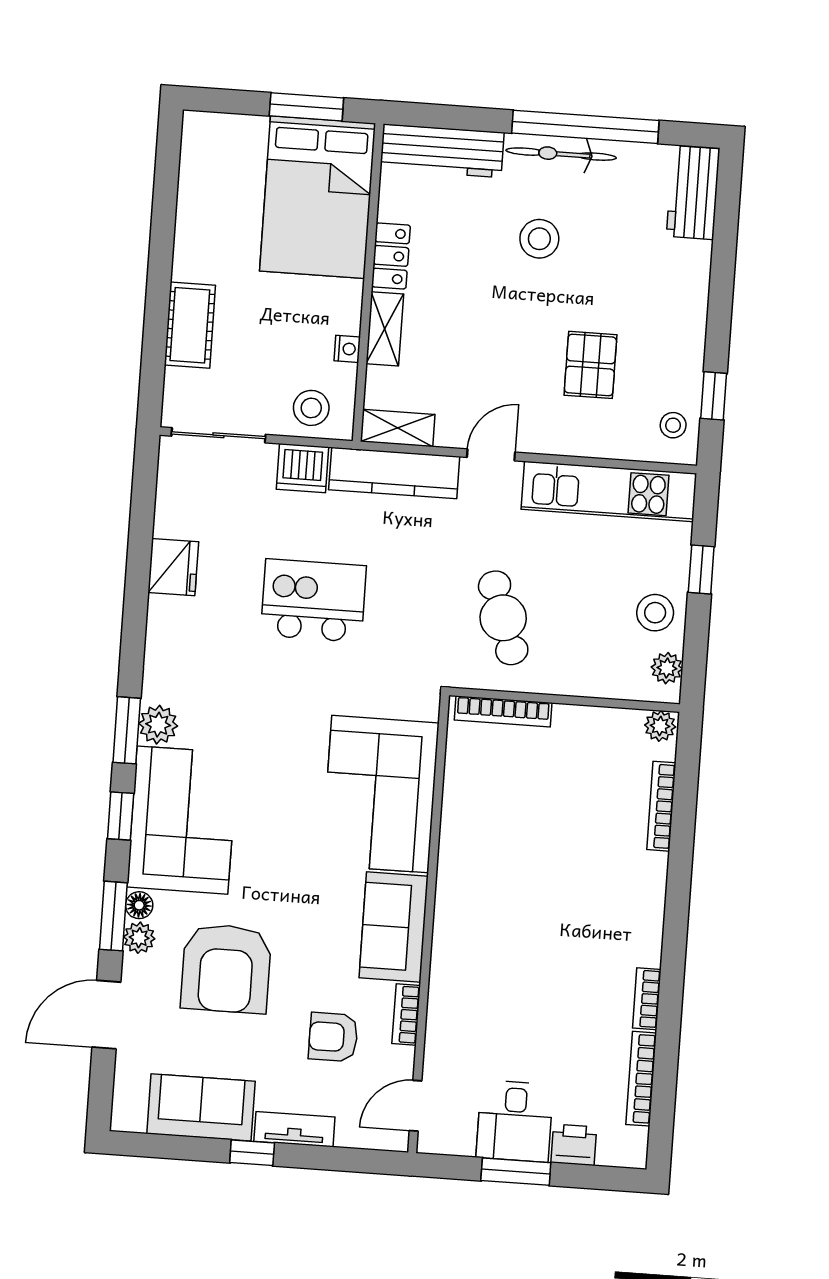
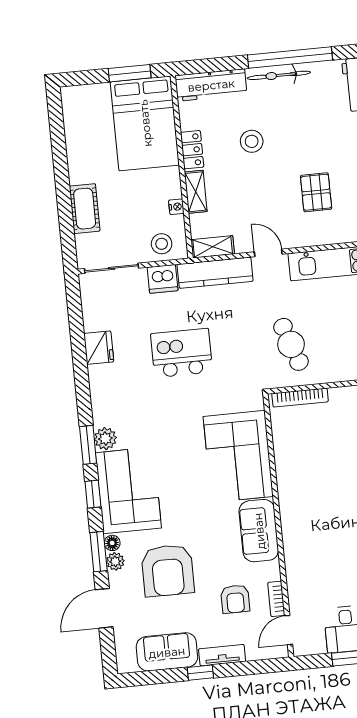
stool: (539, 239) -> (252, 141), moved
door: (491, 455) -> (268, 253), hinge flipped
bookcase: (406, 1014) -> (276, 599), moved
armchair: (333, 1037) -> (235, 599), turned -90

